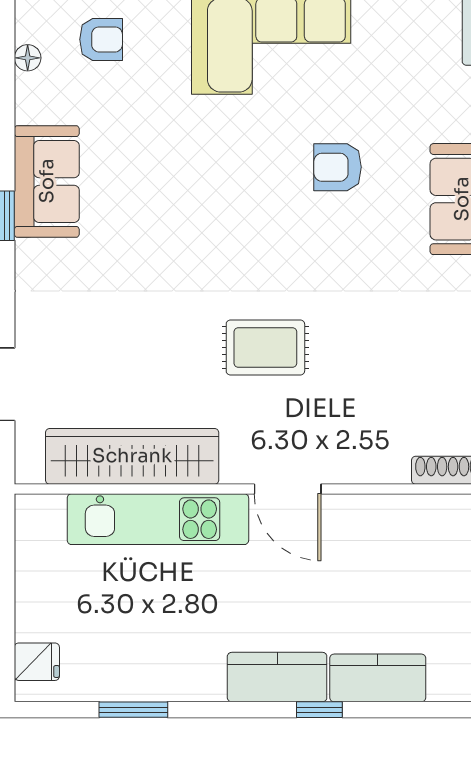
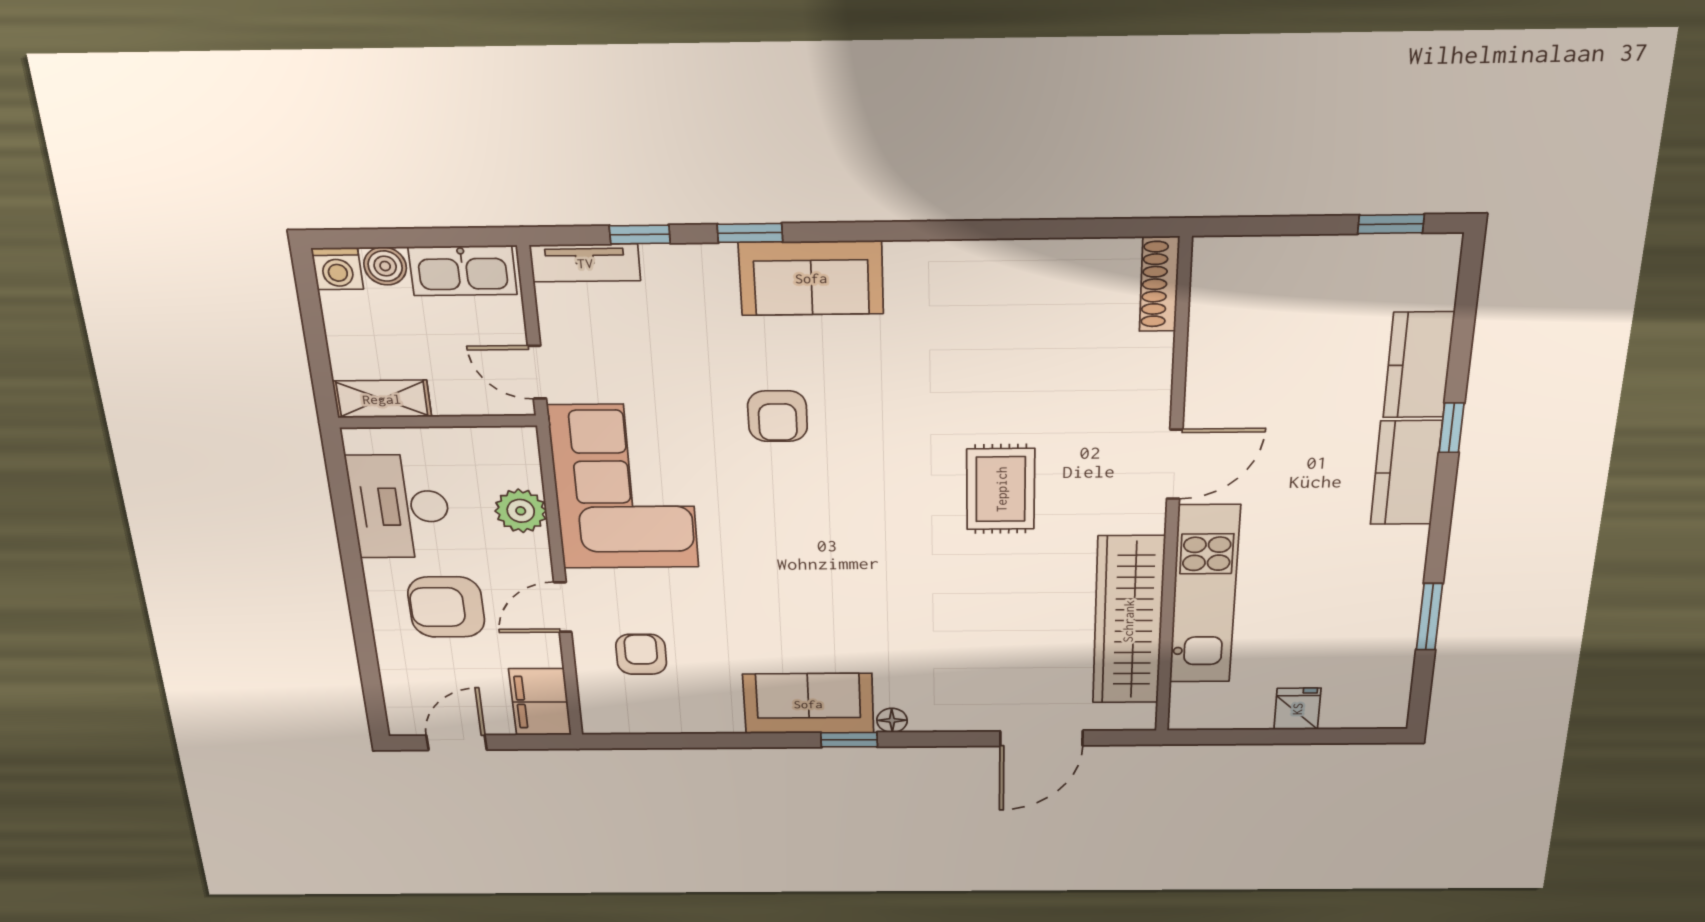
floor lamp: (28, 58) -> (892, 720), moved
fridge: (37, 662) -> (1297, 709), moved

